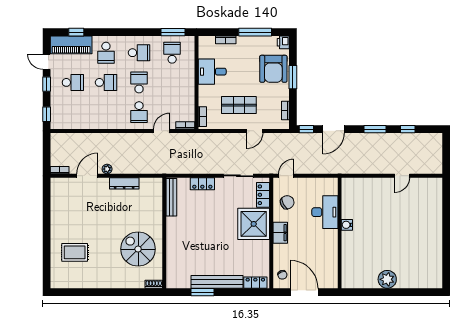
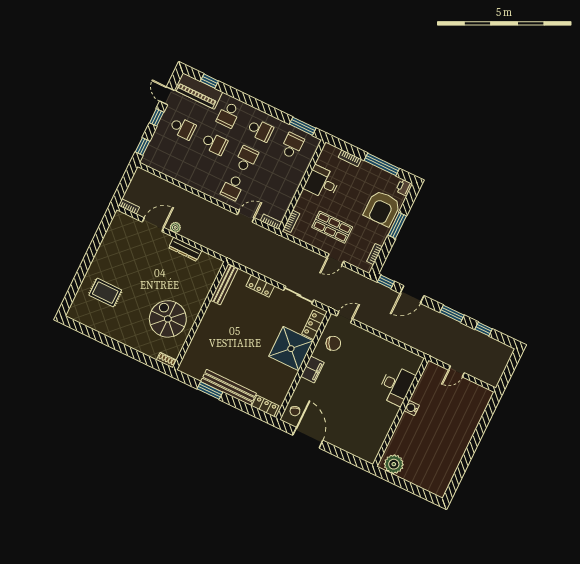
desk: (325, 212) -> (396, 385), moved
water cooler: (347, 225) -> (412, 408), moved
wall: (340, 233) -> (401, 412), moved

